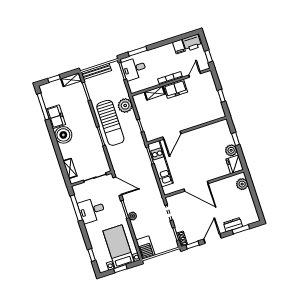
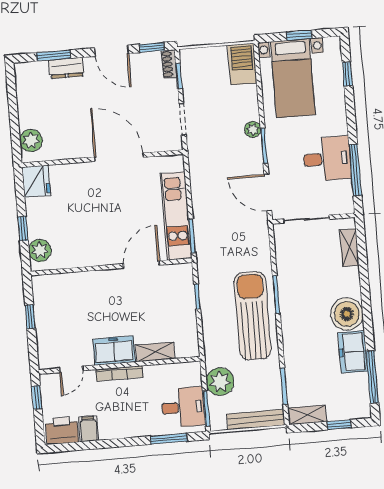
plant: (125, 105) -> (220, 382), moved
plant: (231, 150) -> (40, 250), moved
door: (212, 239) -> (112, 51), hinge flipped

